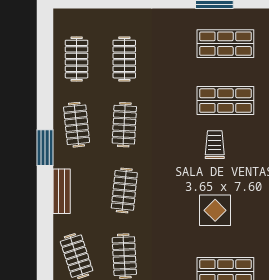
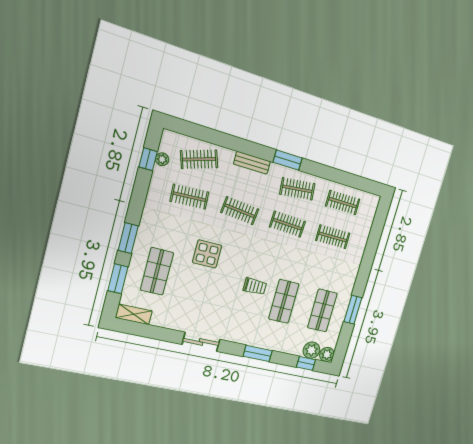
display table: (215, 210) -> (207, 254), moved

